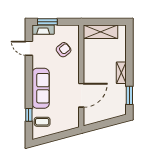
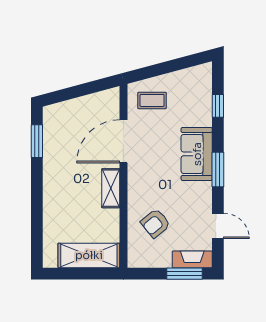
shelving: (121, 73) -> (111, 188), moved
window: (29, 80) -> (218, 169), added
sofa: (41, 88) -> (197, 154), width x0.73
coffee table: (42, 122) -> (152, 100), moved

